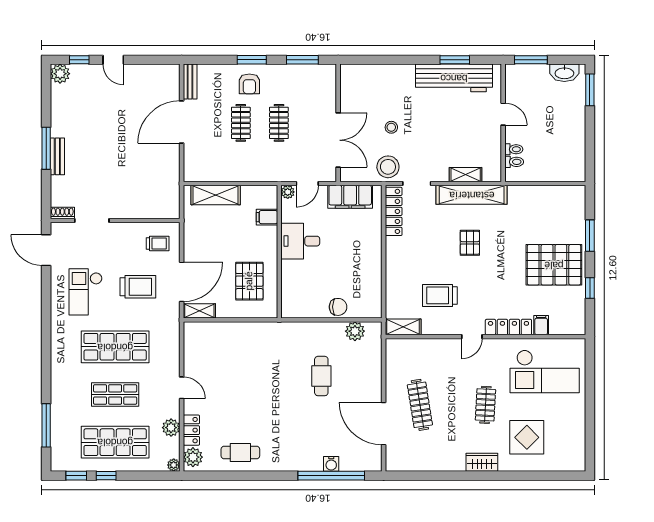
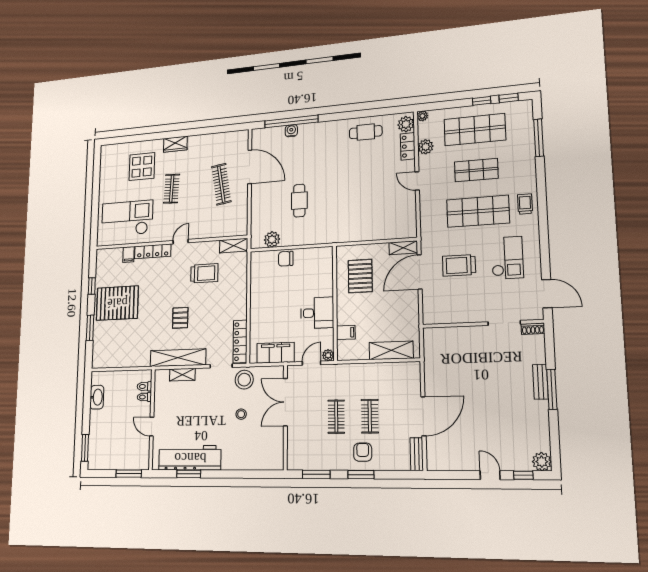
washbasin: (564, 73) -> (97, 397), moved, turned 90
trolley: (158, 244) -> (525, 204), moved, turned 90

